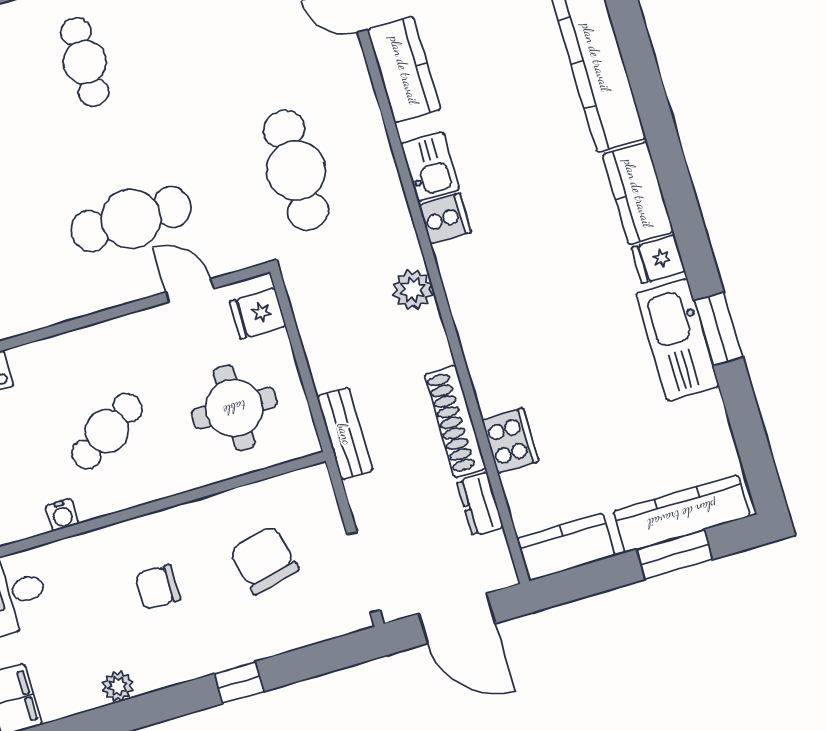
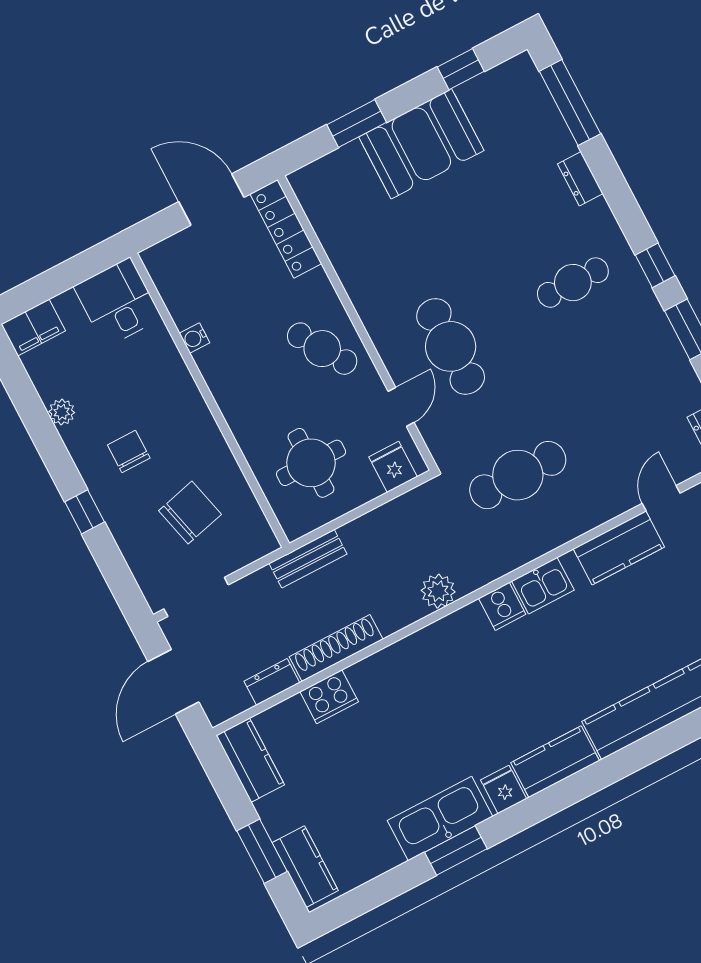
cafe table: (107, 431) -> (322, 349), moved
kitchen counter: (682, 514) -> (305, 867), width x0.67
chair: (158, 587) -> (129, 451), moved

